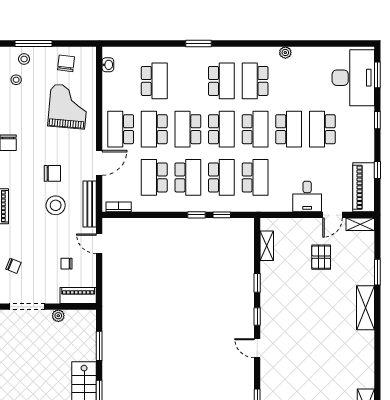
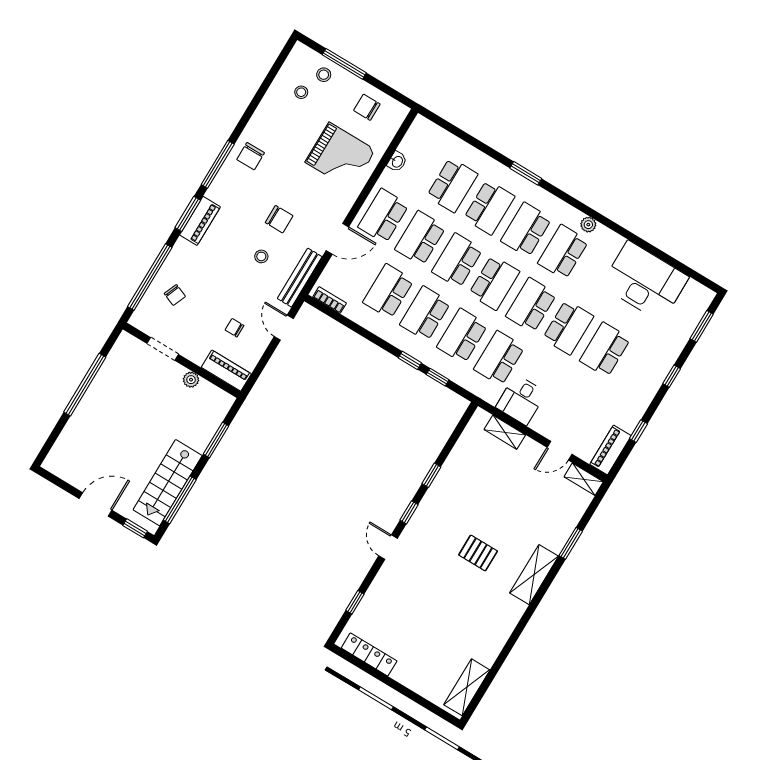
plant: (285, 53) -> (588, 225), moved
chair: (66, 63) -> (367, 107), turned -97
washbasin: (108, 65) -> (397, 162), moved
desk: (353, 78) -> (645, 281), moved, turned -90
school desk: (188, 81) -> (489, 207), added
school desk: (221, 81) -> (526, 230), turned 180
grand piano: (68, 107) -> (340, 156), turned 85
school desk: (255, 129) -> (531, 305), turned 180
school desk: (188, 177) -> (425, 314), turned 180
school desk: (221, 177) -> (462, 336), turned 180
school desk: (255, 177) -> (499, 358), turned 180
piano: (364, 187) -> (610, 450), width x0.73, depth x0.75
desk: (307, 196) -> (521, 400), moved
stool: (56, 205) -> (261, 256), width x0.53, depth x0.53
shelving: (267, 246) -> (505, 432), moved, turned 90
pallet: (321, 257) -> (478, 553), moved, turned 90
doorway: (27, 307) -> (163, 349), width x0.73

